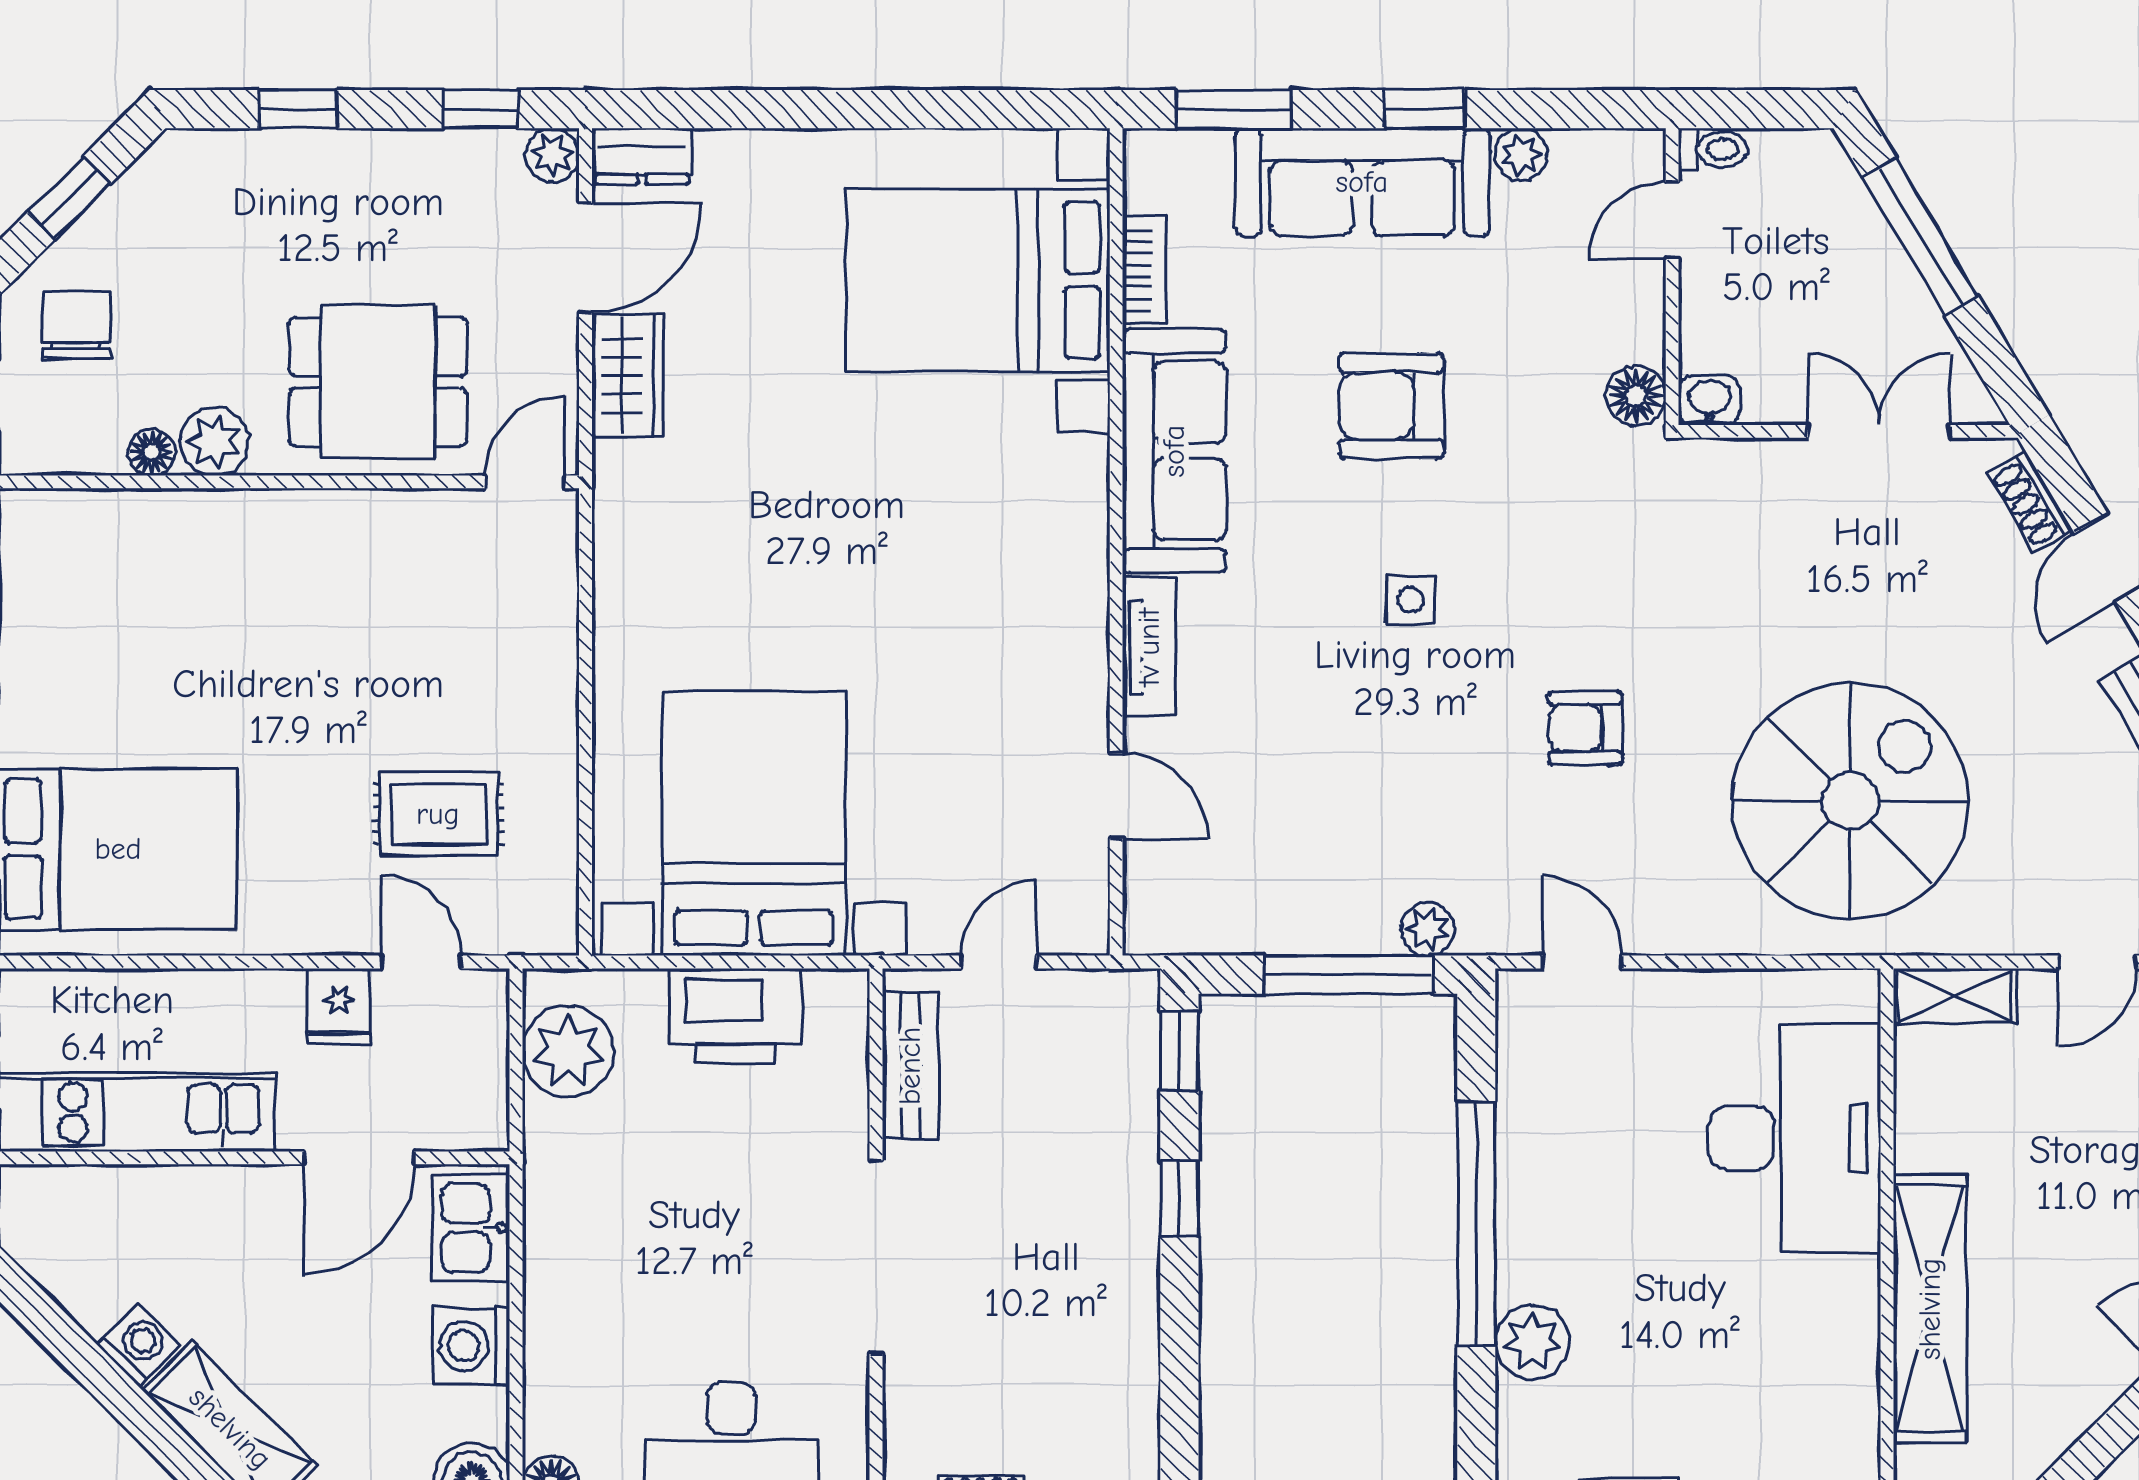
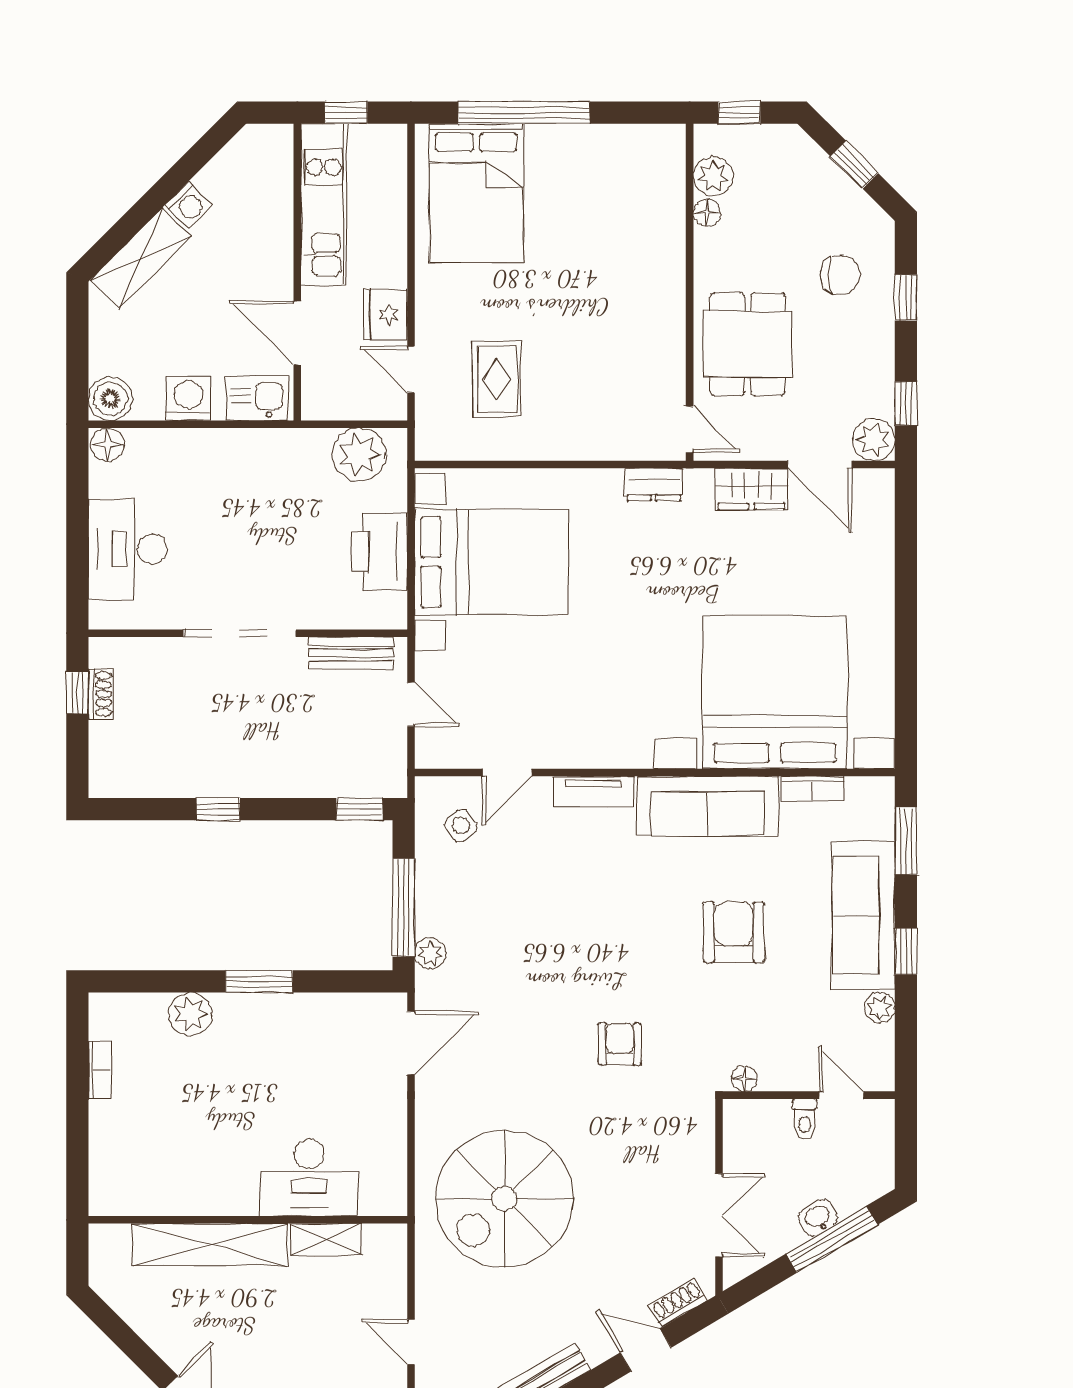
toilet: (1713, 149) -> (805, 1119), moved
plant: (552, 155) -> (874, 440), width x1.38, depth x1.38
dresser: (642, 156) -> (654, 485), moved, turned -90
bed with nightstands: (978, 280) -> (775, 692), width x1.36
chair: (76, 325) -> (840, 275), moved
floor lamp: (1636, 396) -> (744, 1079), width x0.73, depth x0.73
washbasin: (1709, 400) -> (818, 1218), moved, turned -121
plant: (214, 441) -> (713, 176), moved
side table: (1411, 600) -> (461, 826), moved, turned -38
armchair: (1585, 728) -> (620, 1044), moved
spiral stairs: (1850, 801) -> (505, 1198), turned 90
door: (422, 962) -> (411, 369), swing flipped
door: (1582, 962) -> (411, 1043), width x1.38
shelving: (1955, 996) -> (326, 1240), moved, turned 90
fridge: (339, 1006) -> (385, 314), width x1.38
desk: (1795, 1138) -> (309, 1178), width x0.73, depth x0.77
window: (1179, 1198) -> (218, 809), moved
window: (1476, 1224) -> (259, 981), width x0.47

